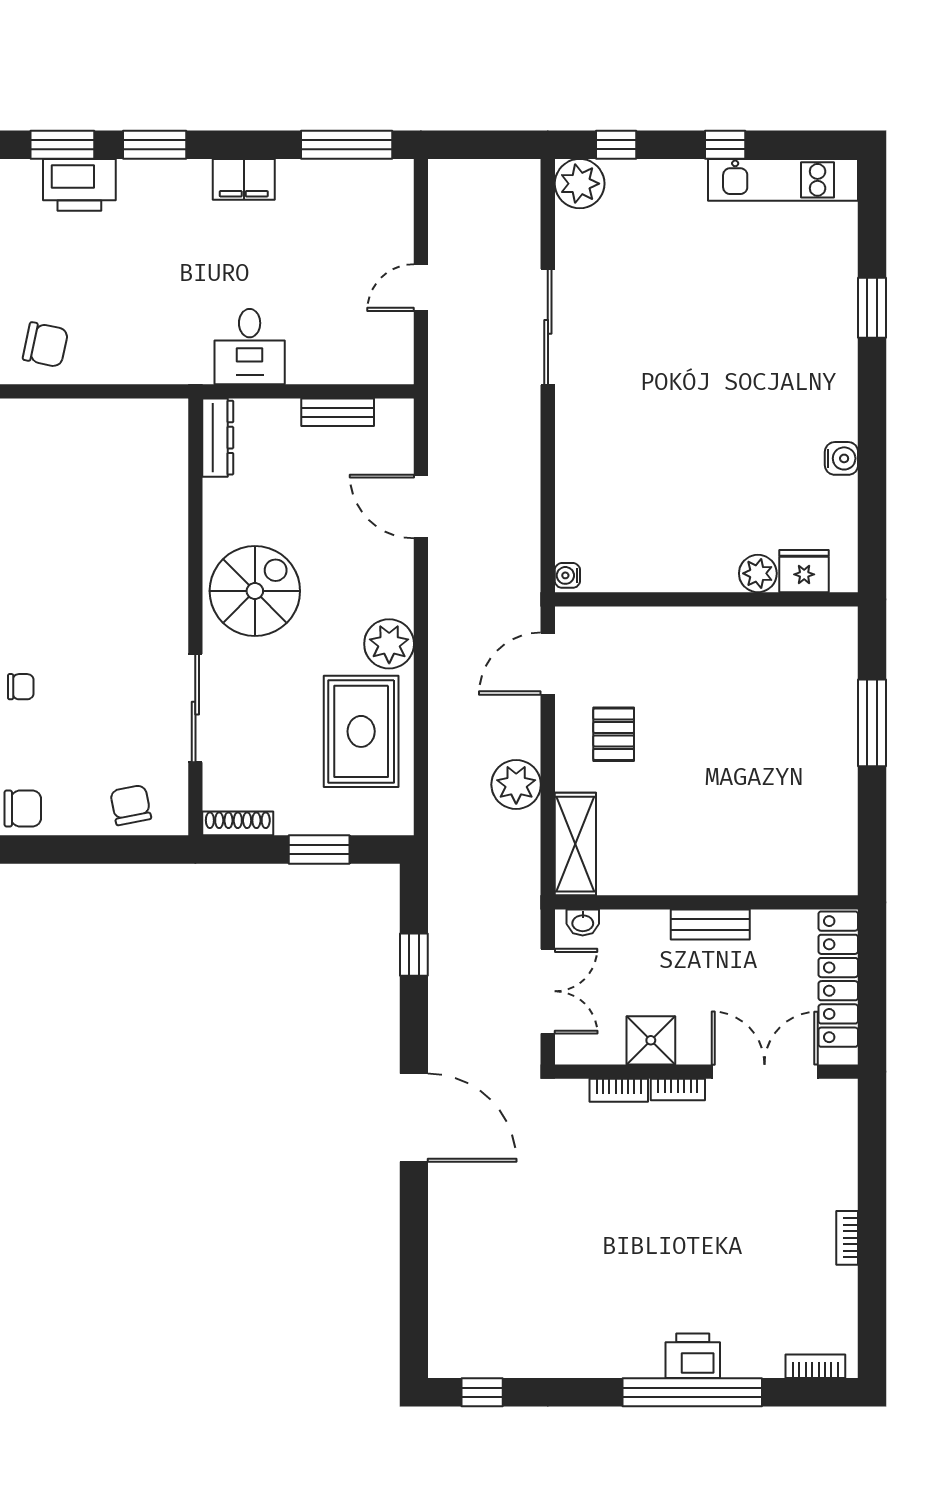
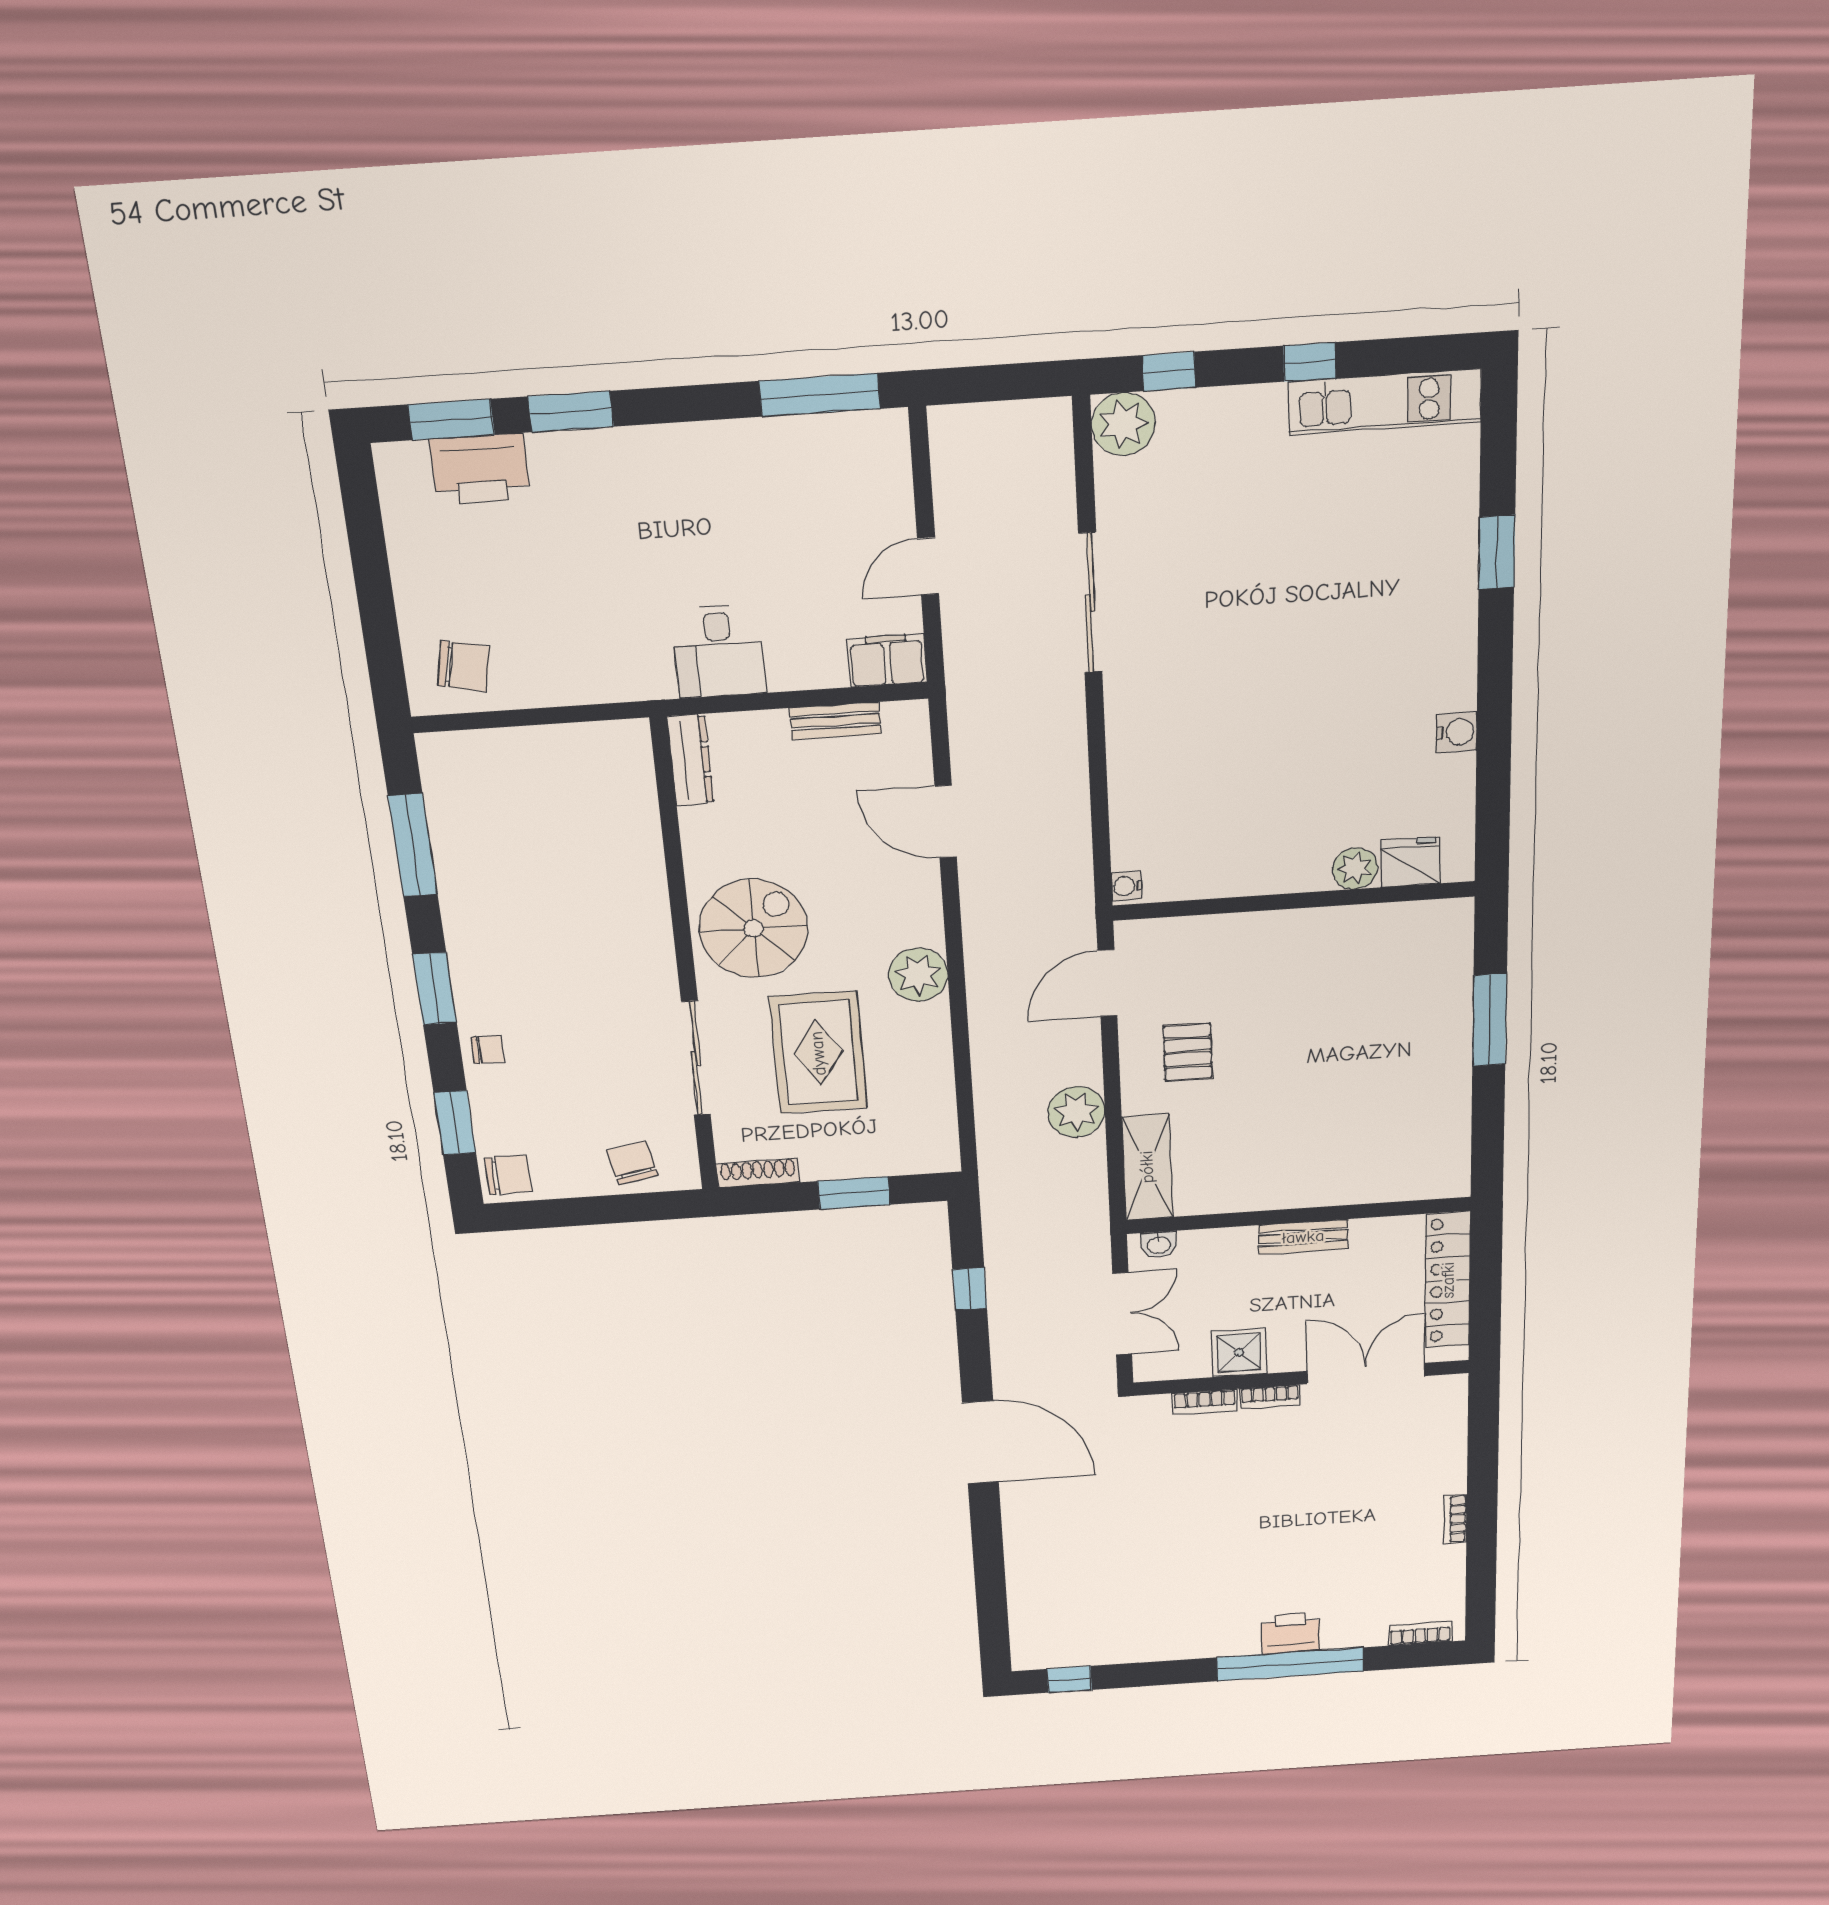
filing cabinet: (244, 179) -> (887, 660), moved, turned 180
rug: (361, 731) -> (818, 1053), moved

